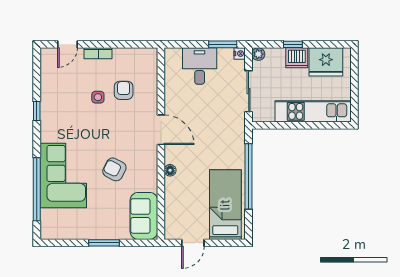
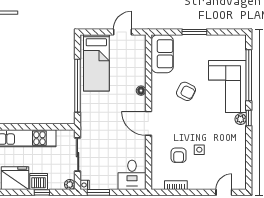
bookcase: (98, 53) -> (176, 185), moved
desk: (200, 66) -> (132, 175), moved
window: (37, 111) -> (249, 118), moved
plant: (47, 135) -> (241, 119), added

